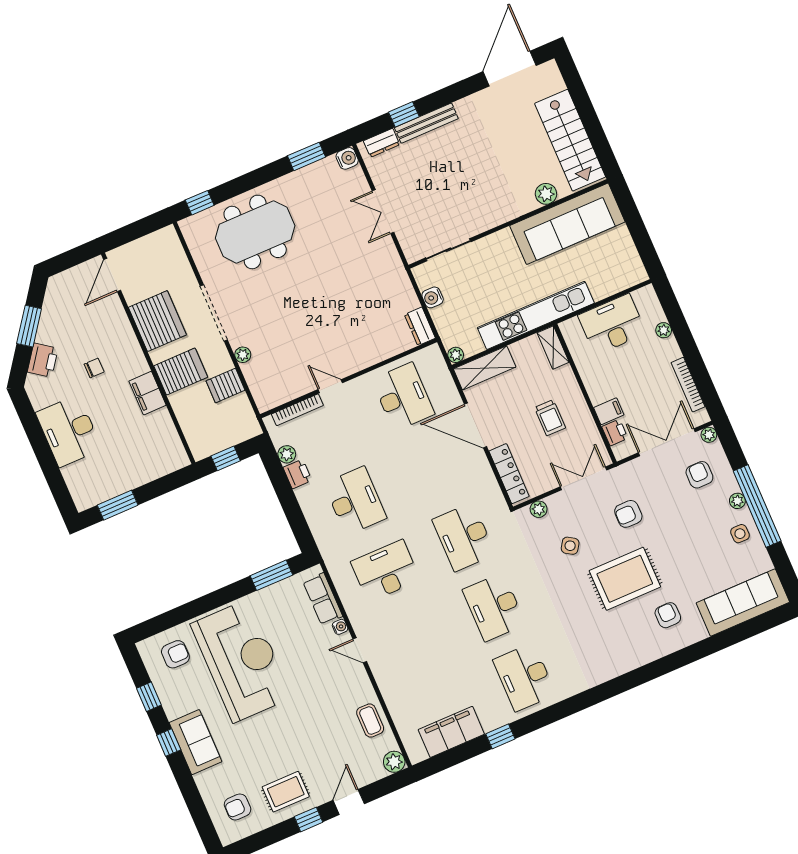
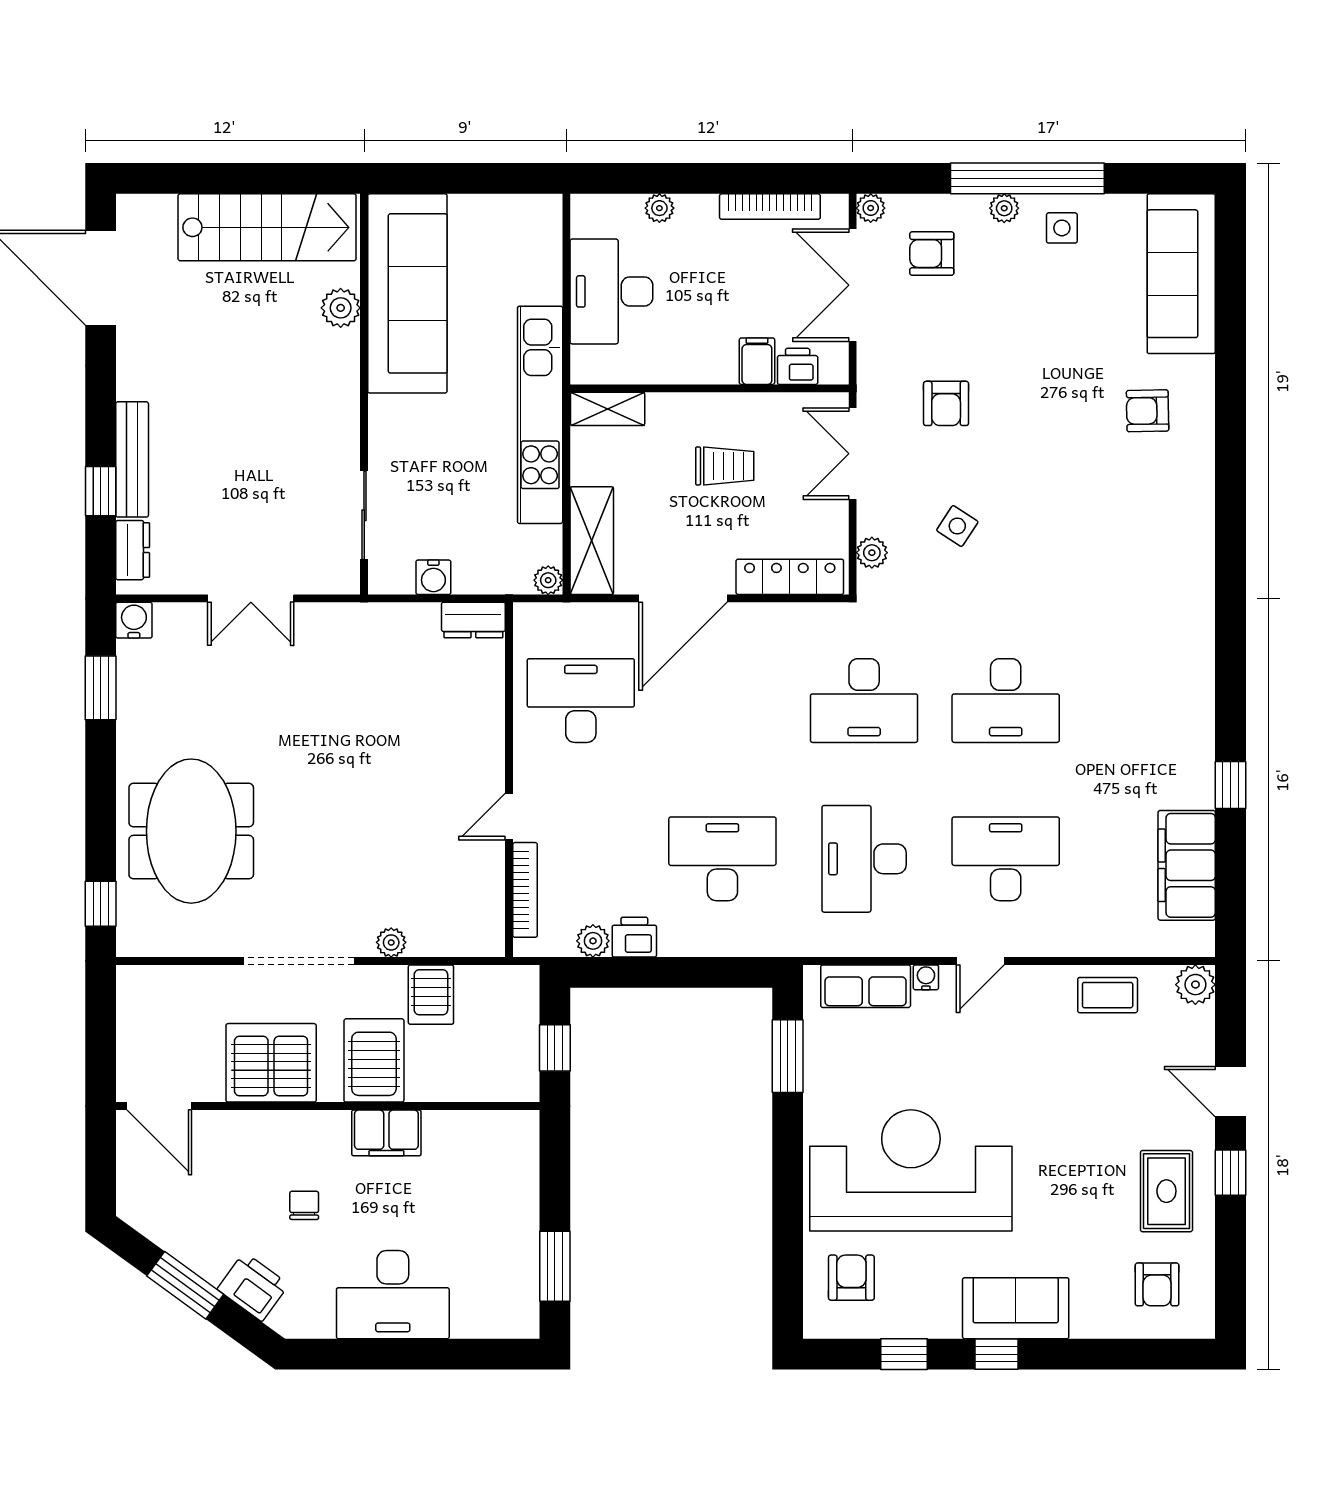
rug: (625, 579) -> (1054, 457), removed
desk: (524, 677) -> (1006, 859), moved, turned 180

